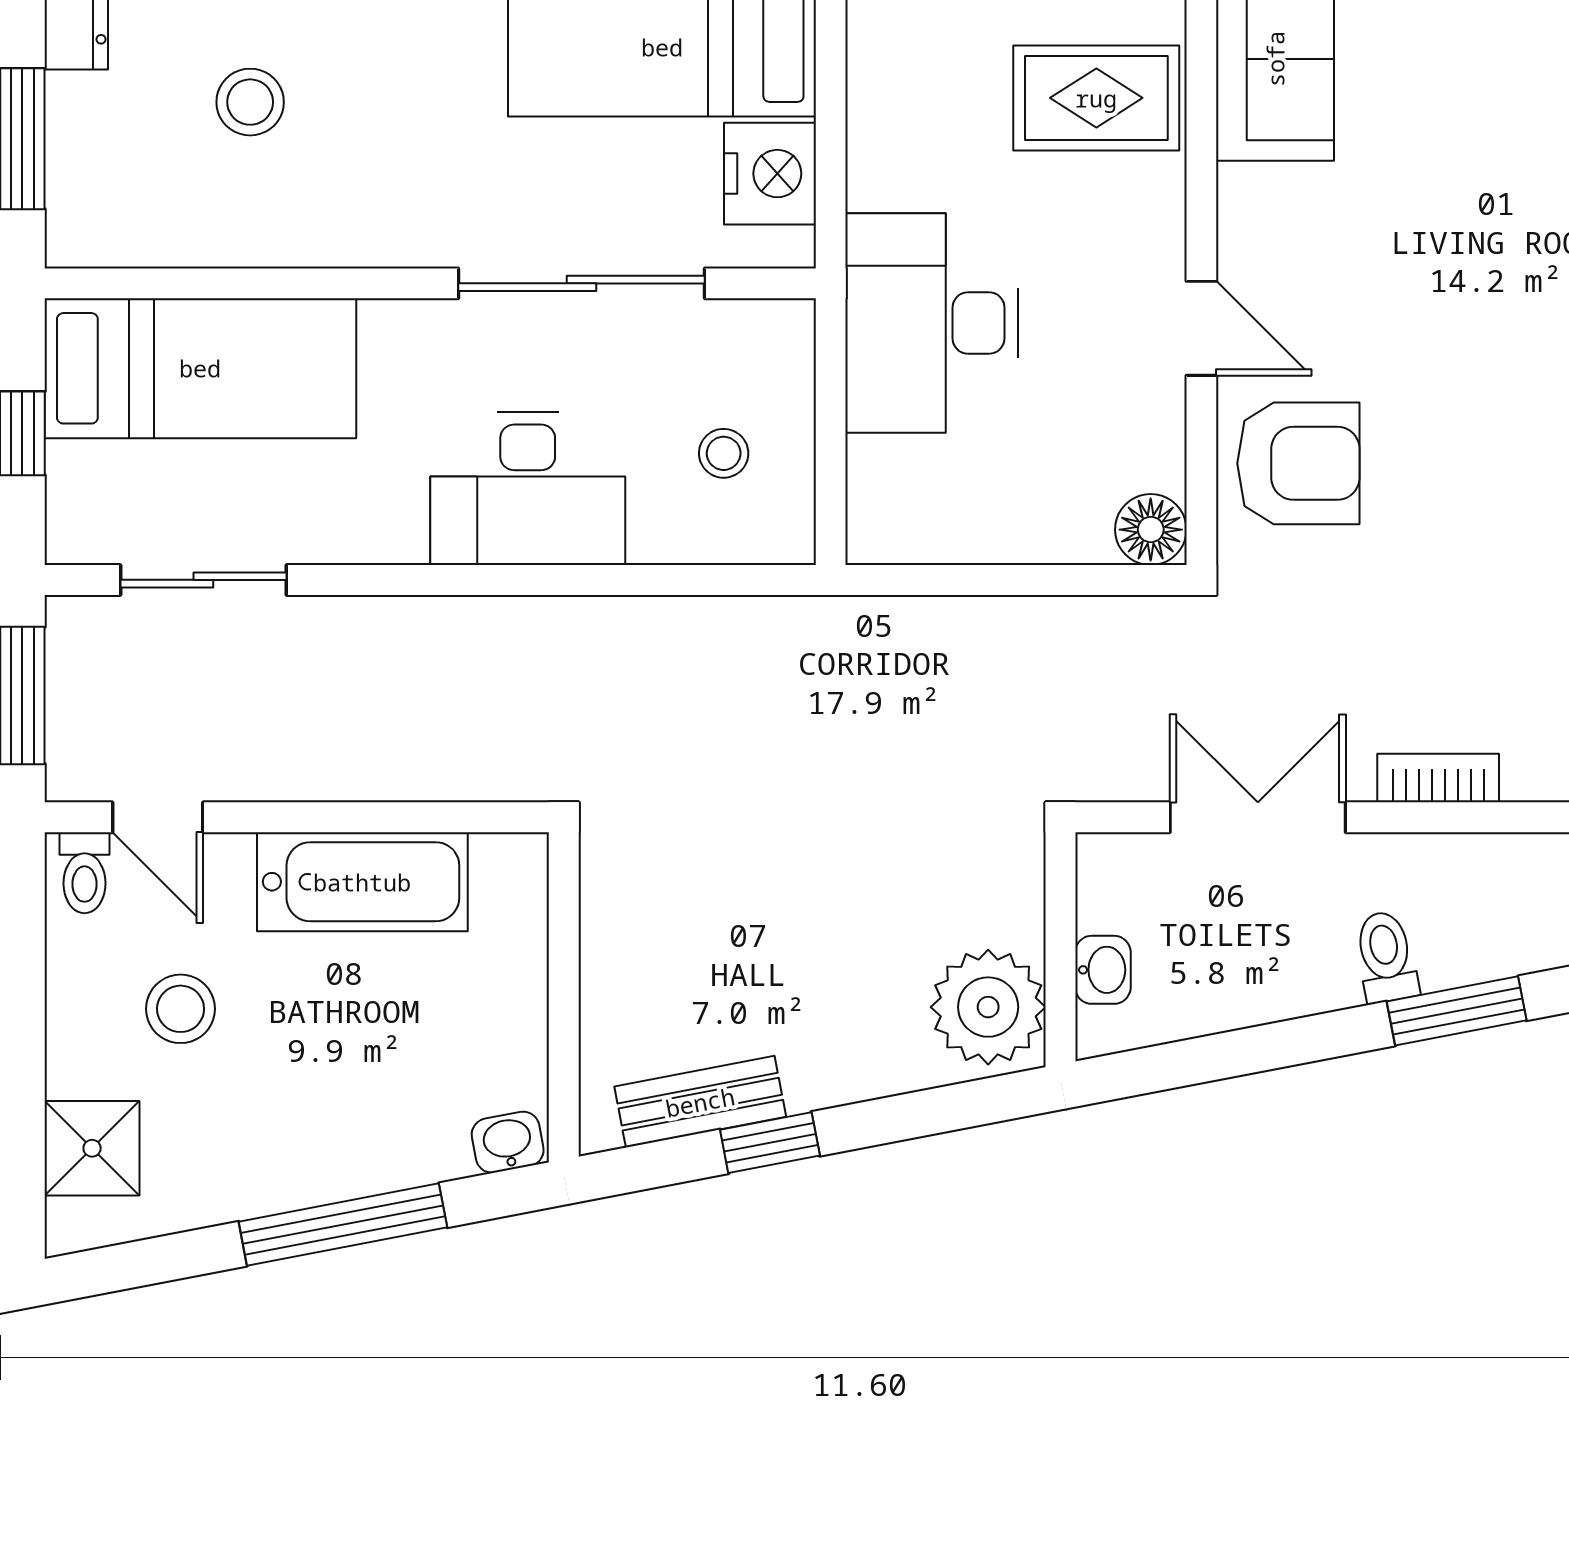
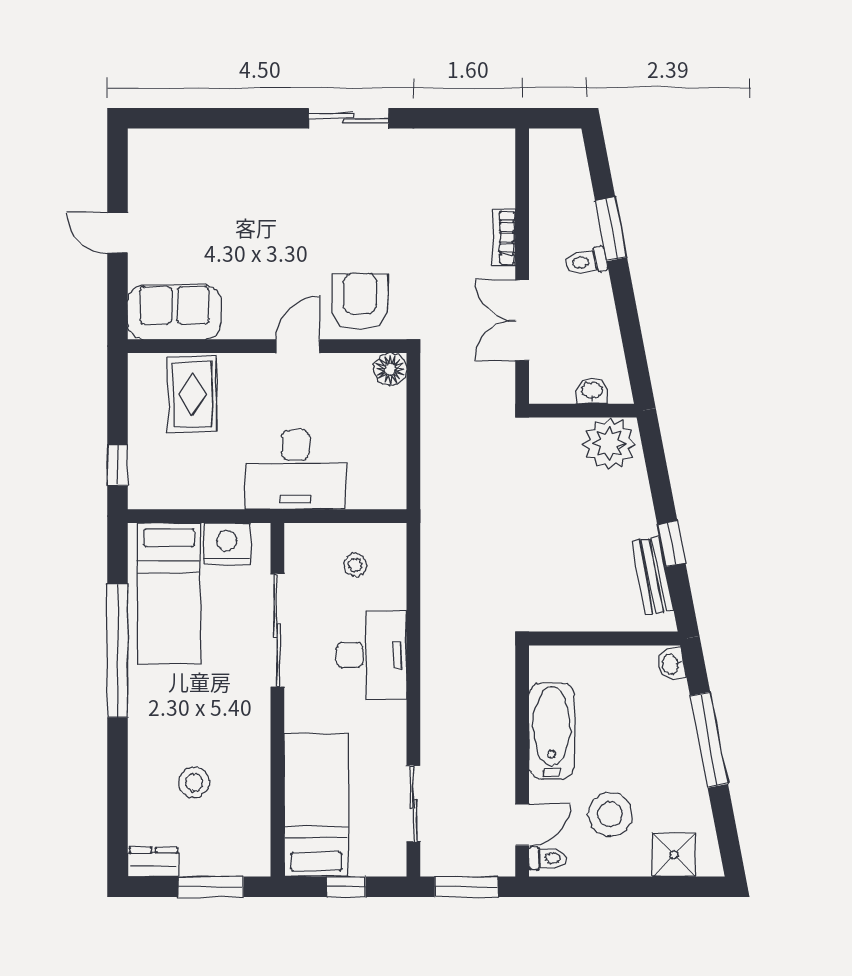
stool: (181, 1009) -> (610, 814), width x1.38, depth x1.38

